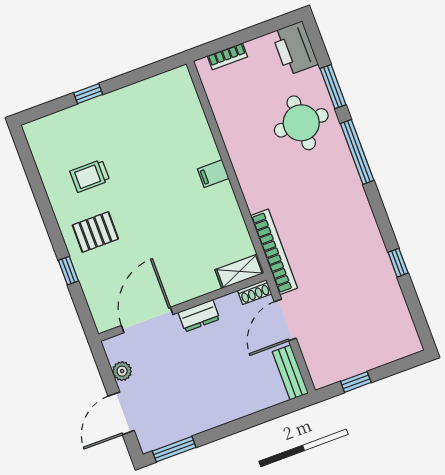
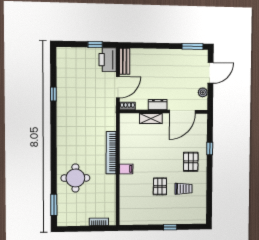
printer: (295, 48) -> (108, 60), moved, turned 180
window: (333, 87) -> (54, 205), moved
window: (357, 152) -> (54, 154), removed
pallet: (137, 164) -> (160, 186), added
pallet: (95, 232) -> (191, 162), turned 90
bookcase: (274, 252) -> (111, 153), moved
shelving: (240, 271) -> (151, 118), moved

